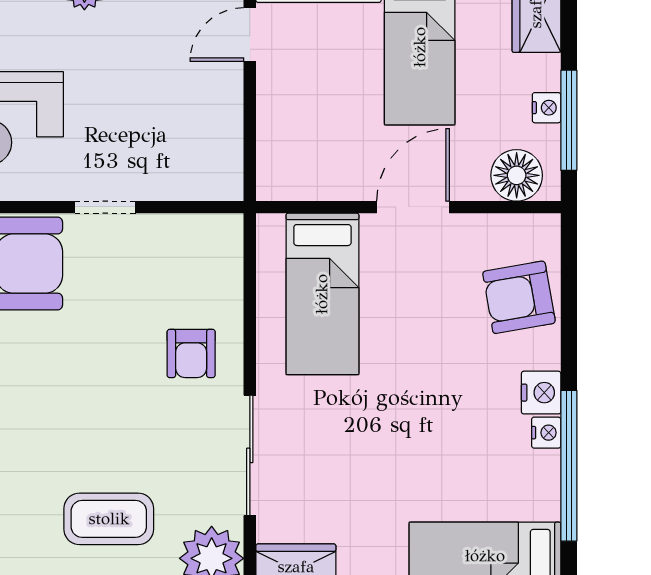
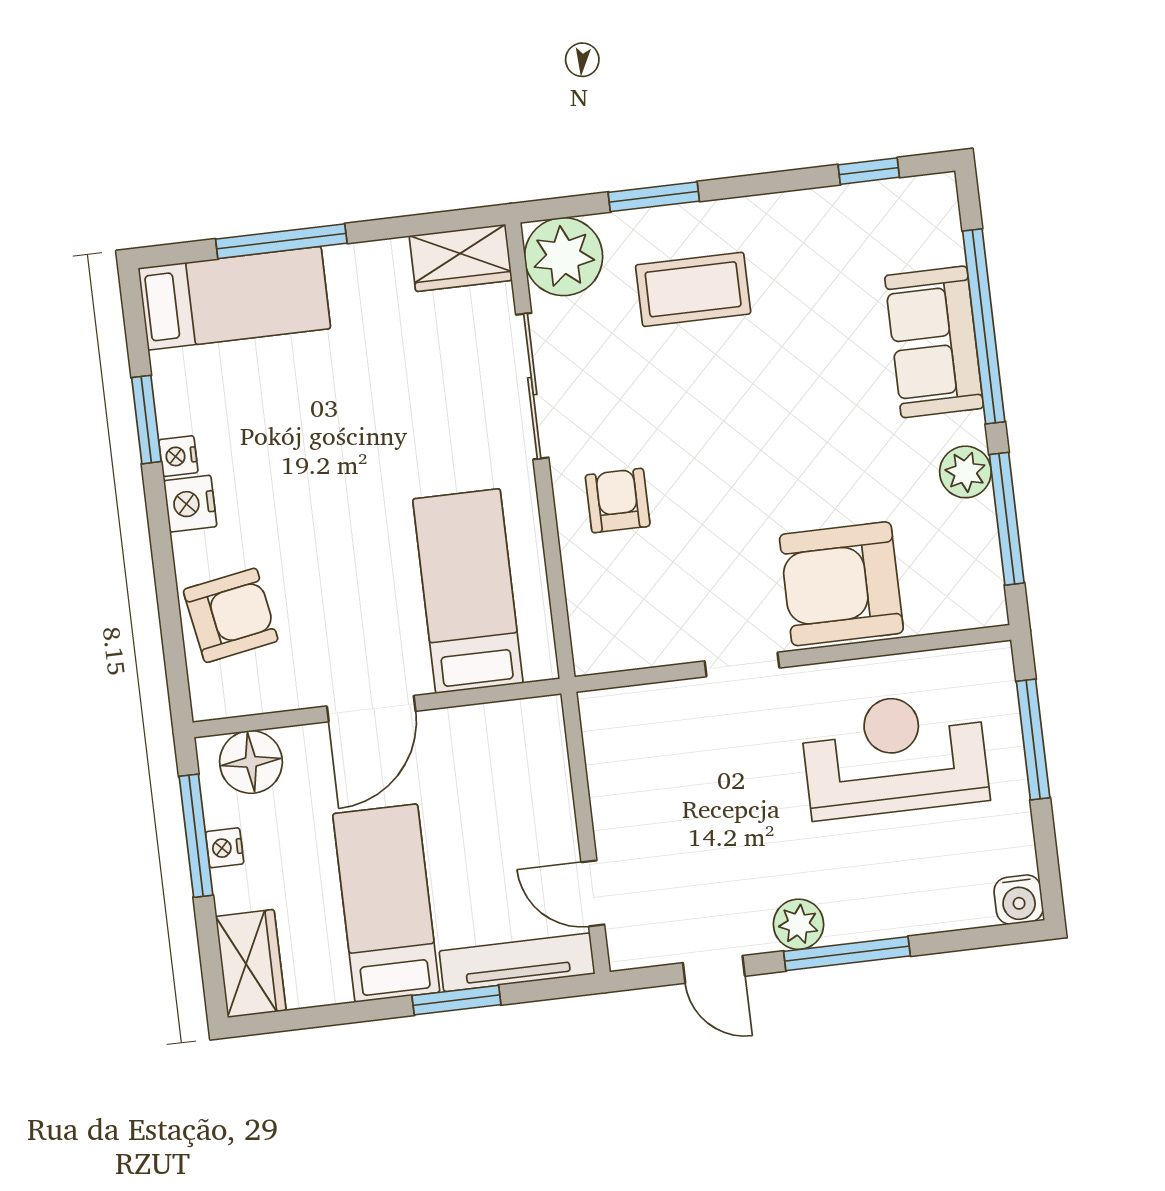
door: (250, 35) -> (593, 893), swing flipped
window: (569, 466) -> (146, 420), width x0.47

